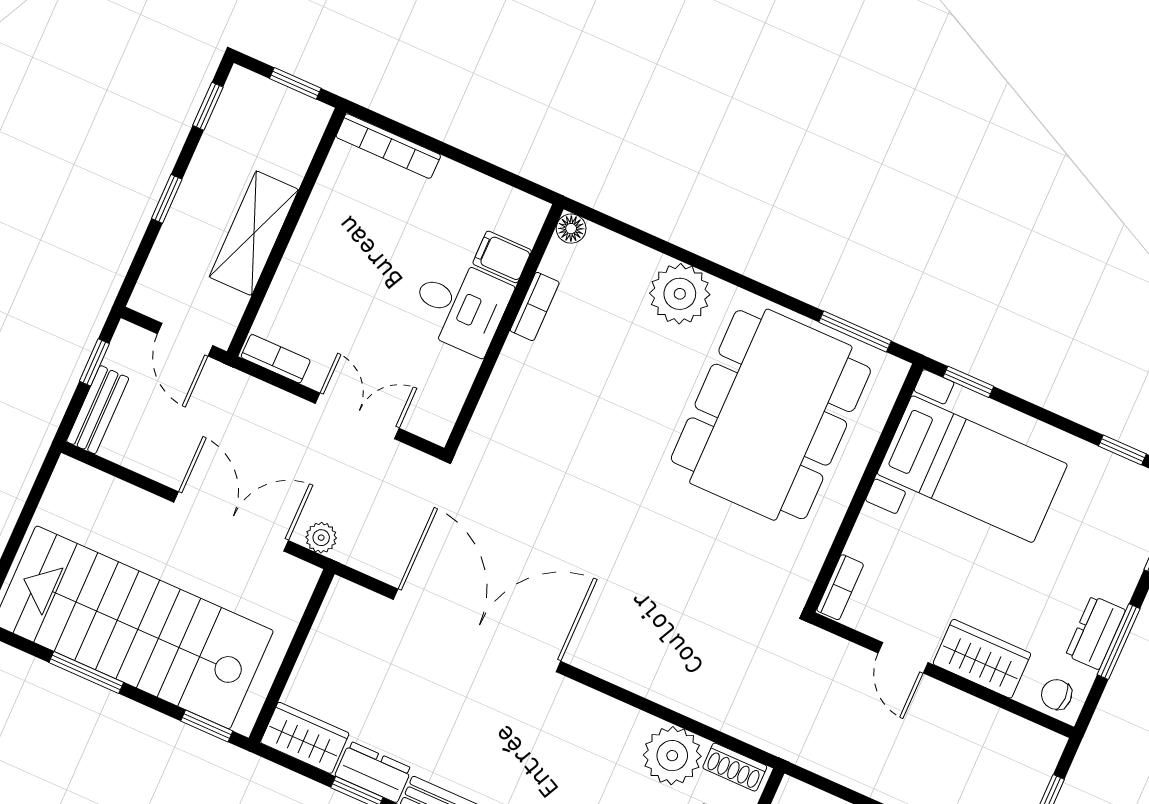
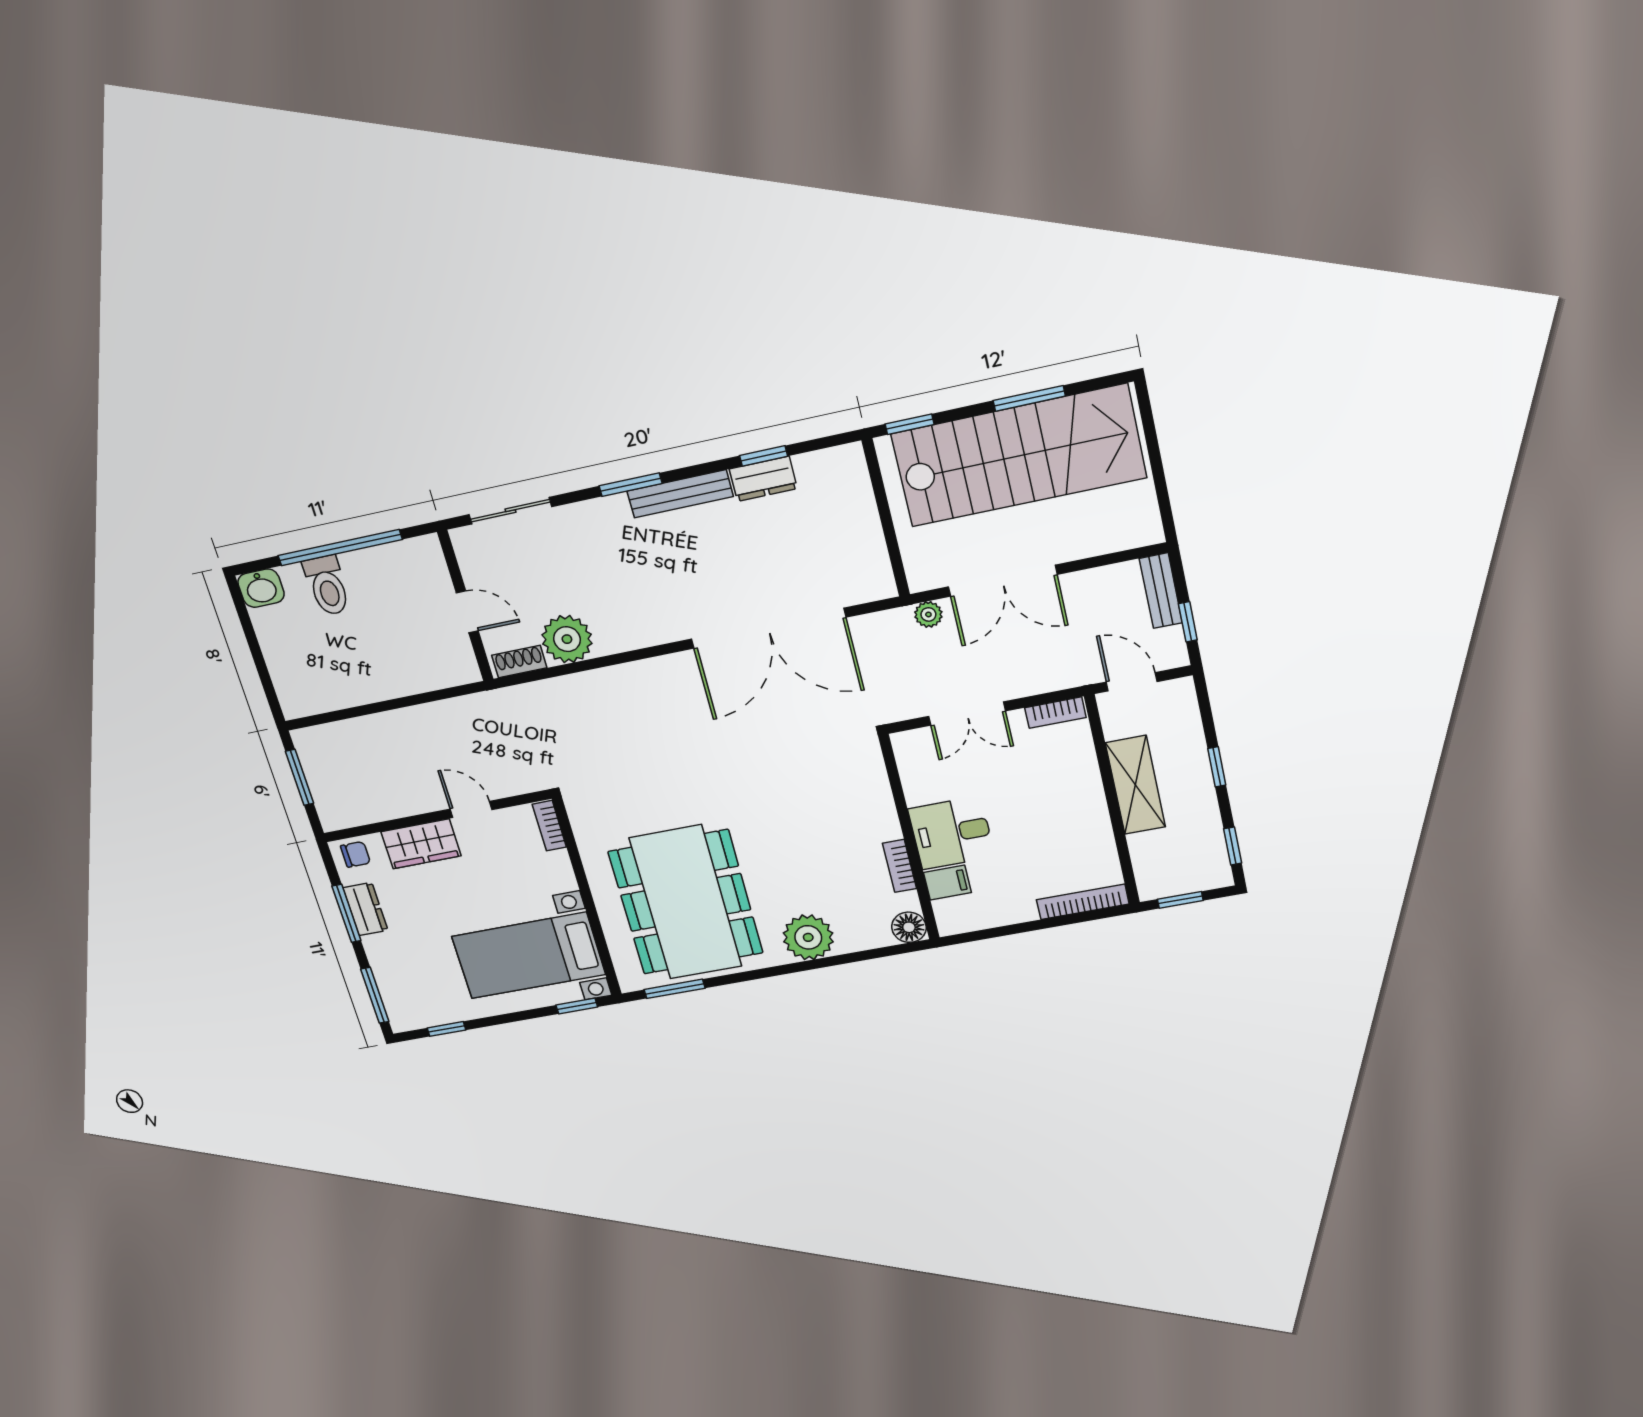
floor lamp: (571, 229) -> (909, 927), width x1.37, depth x1.37
wardrobe: (305, 738) -> (831, 467), removed

